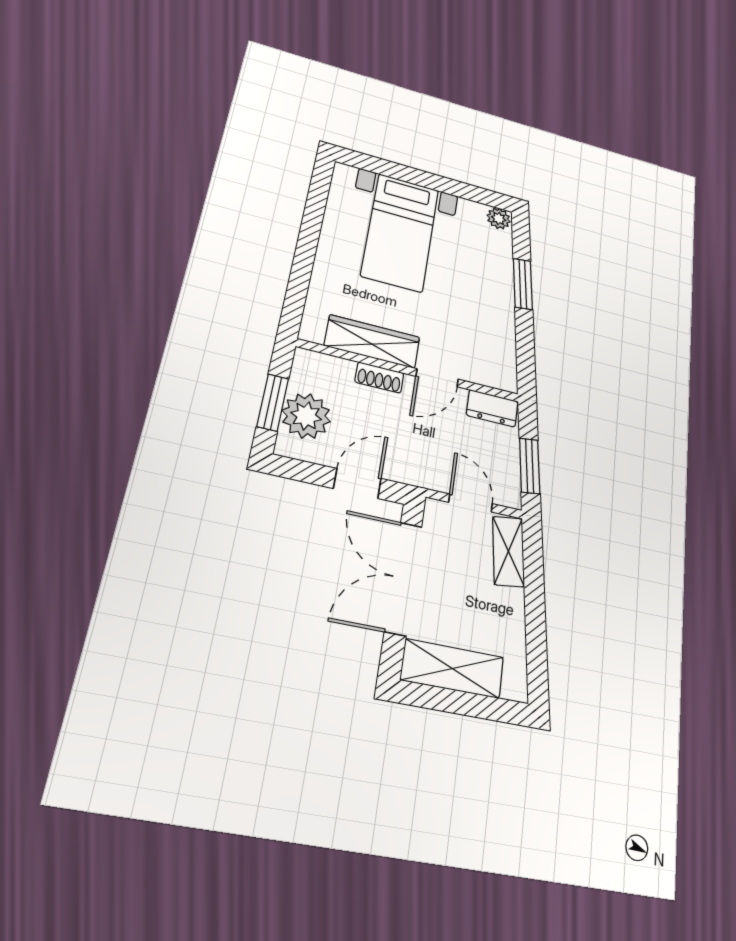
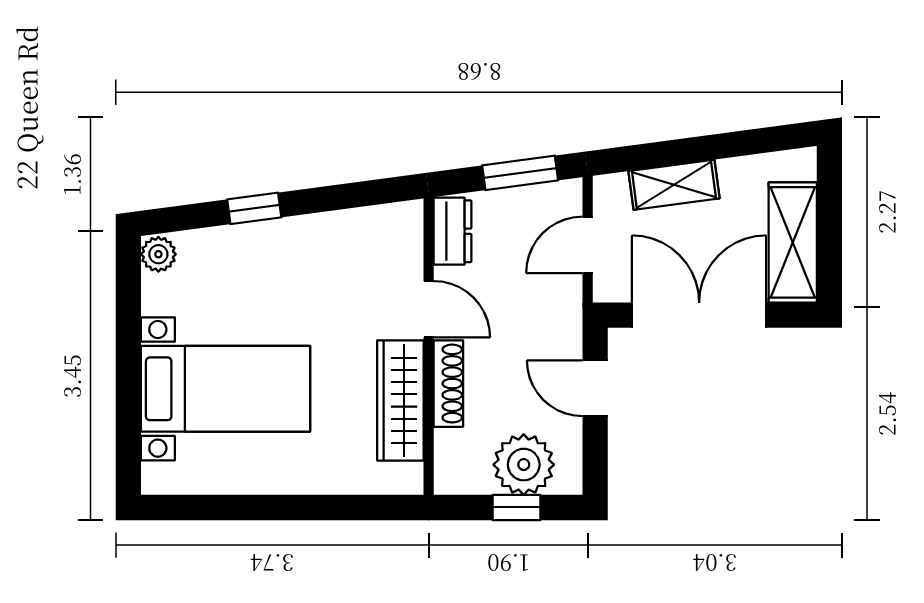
window: (523, 284) -> (254, 208), width x0.67
shoe rack: (379, 378) -> (448, 384), width x1.43
window: (273, 403) -> (517, 507), width x0.67
shelving: (508, 551) -> (674, 185), moved
double door: (403, 578) -> (699, 315), swing flipped

